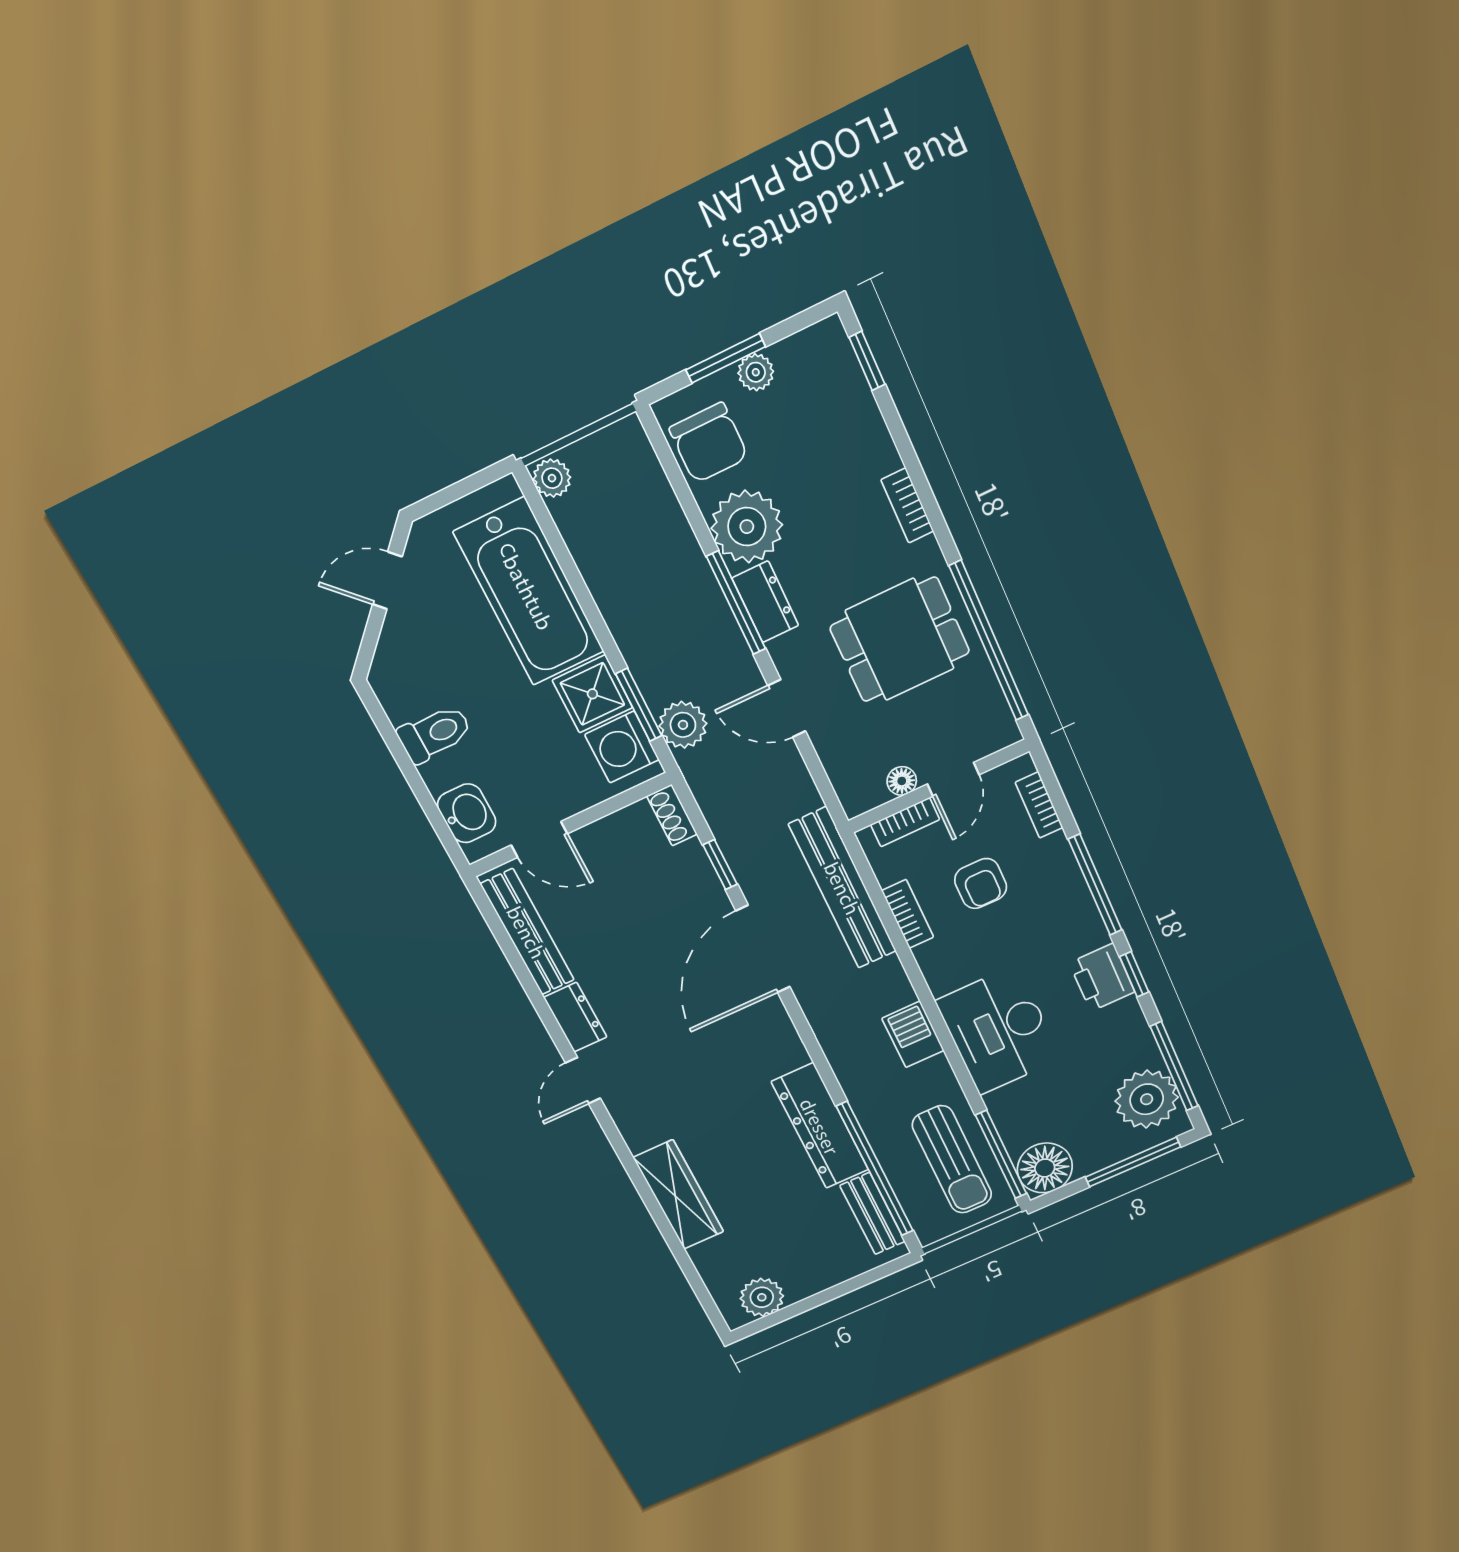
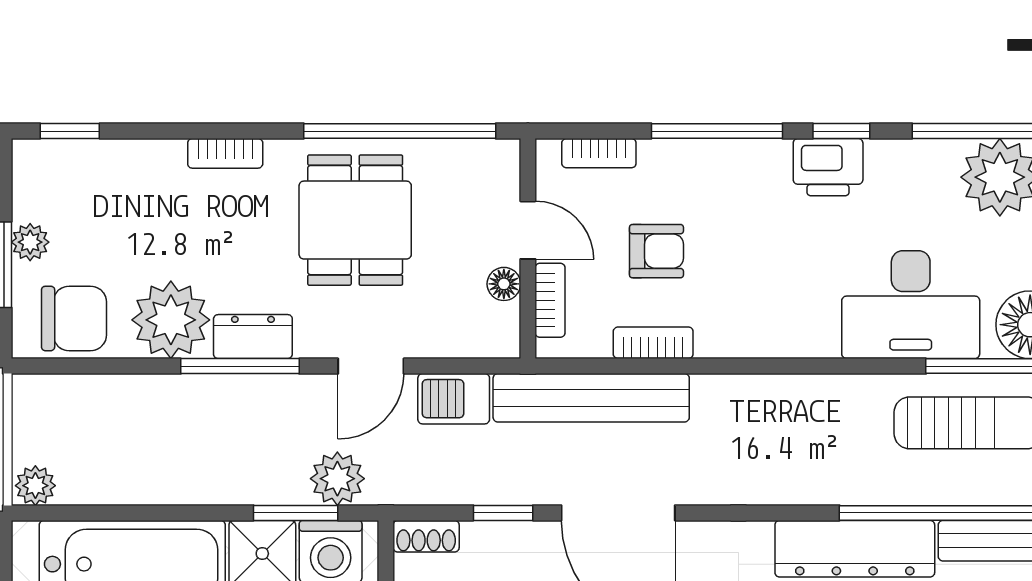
desk: (998, 1030) -> (911, 305), moved
barbecue: (913, 1034) -> (454, 399), moved

